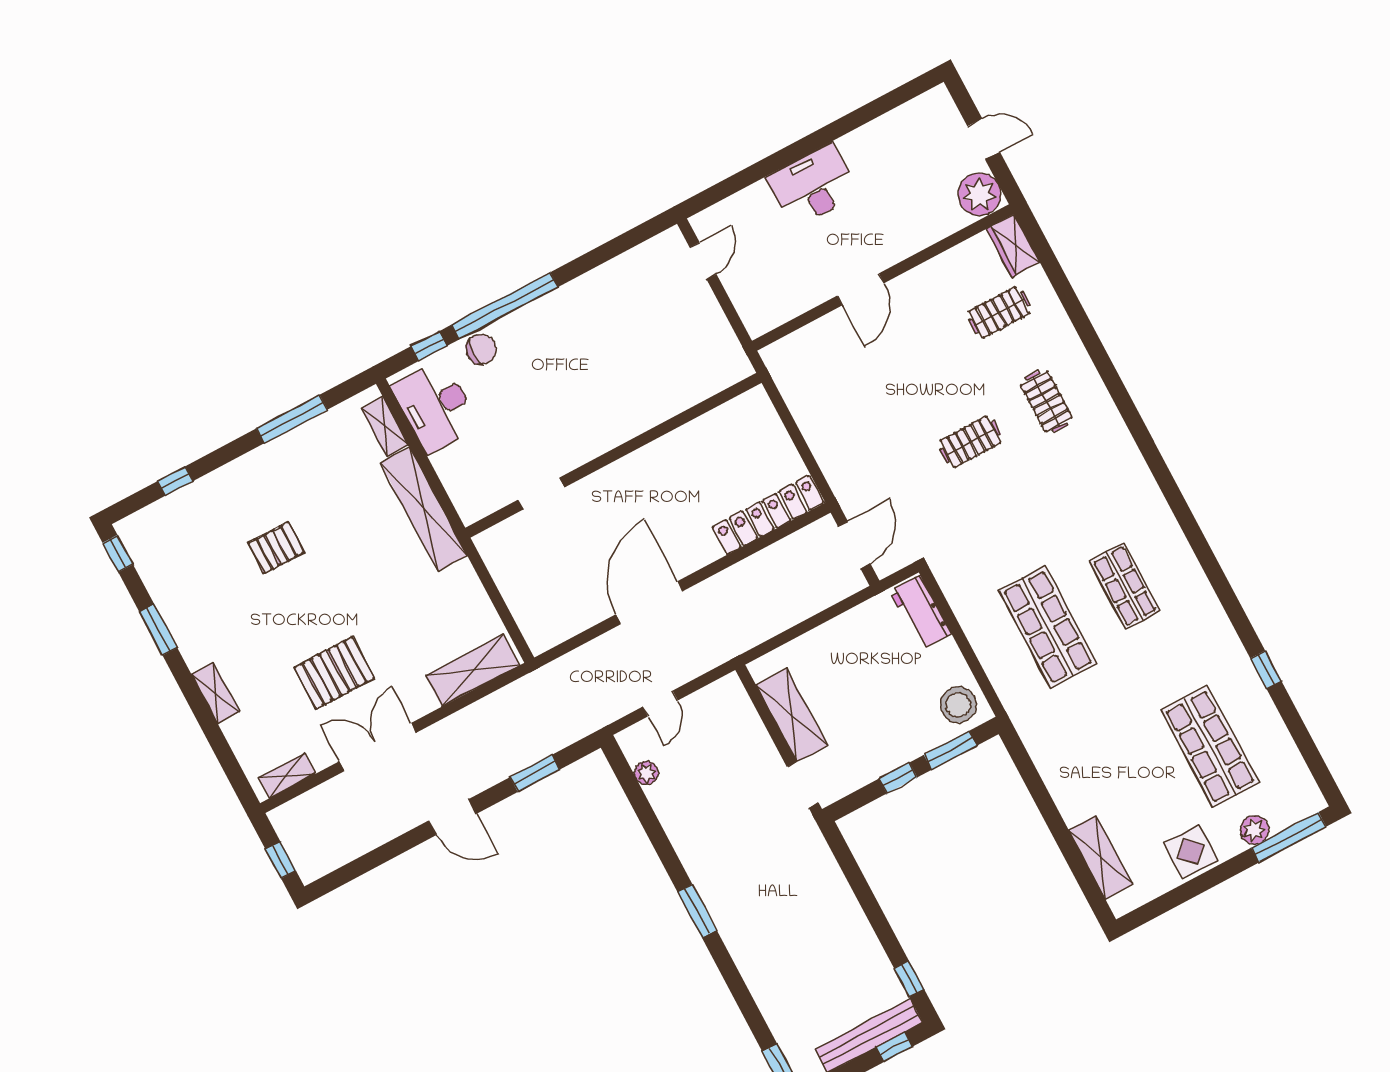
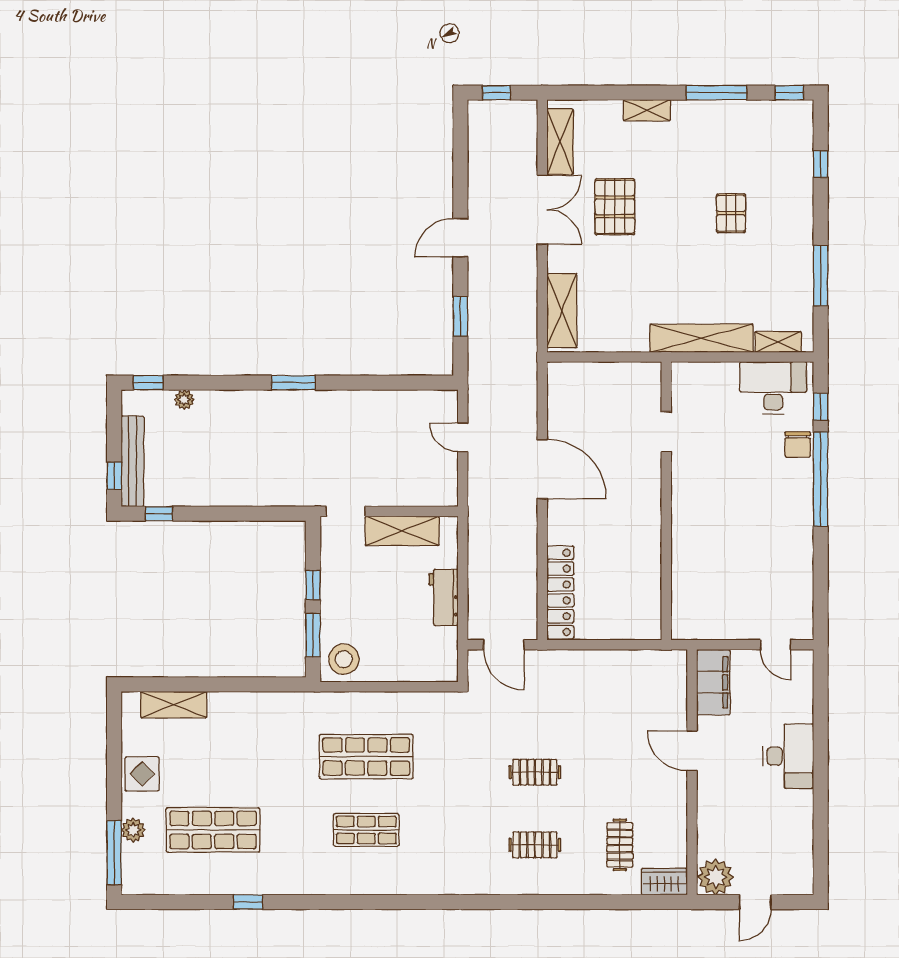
filing cabinet: (777, 305) -> (713, 682), added
clothes rail: (970, 442) -> (535, 772), turned 90
workbench: (921, 612) -> (443, 597), moved, turned -90
window: (158, 630) -> (717, 93), width x1.44
plant: (646, 773) -> (184, 400), moved
shelving: (287, 776) -> (560, 142), width x1.50, depth x1.33

